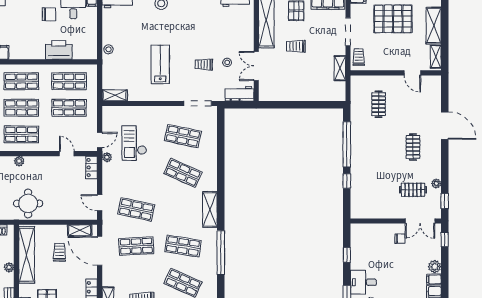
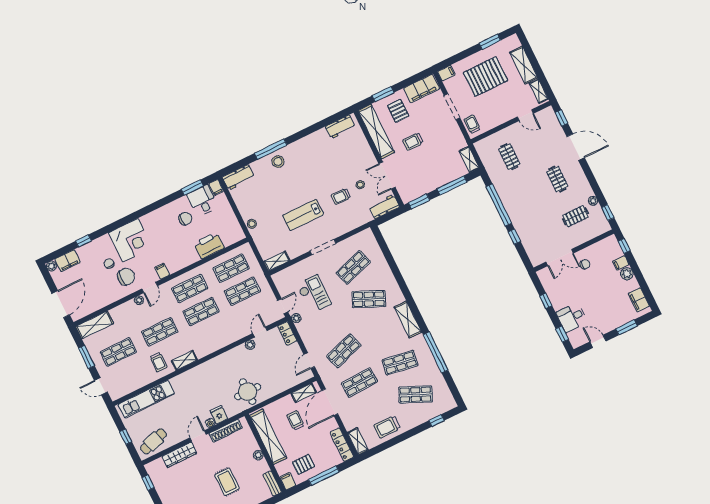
lab bench: (160, 64) -> (303, 215), turned -90
shelving: (340, 68) -> (469, 159), moved
window: (445, 92) -> (561, 118), added
doorway: (198, 104) -> (323, 247), moved
window: (274, 105) -> (419, 201), added
window: (312, 105) -> (452, 185), added
shop shelf: (21, 134) -> (212, 335), removed
shop shelf: (183, 136) -> (353, 267), turned -30
checkout: (134, 143) -> (314, 294), turned 180
door: (67, 154) -> (260, 332), hinge flipped
plant: (19, 161) -> (250, 345), moved
door: (100, 203) -> (309, 361), hinge flipped
shop shelf: (136, 209) -> (344, 351), turned -30
double door: (420, 221) -> (560, 258), moved
door: (100, 251) -> (330, 402), hinge flipped
filing cabinet: (434, 279) -> (621, 263), moved

